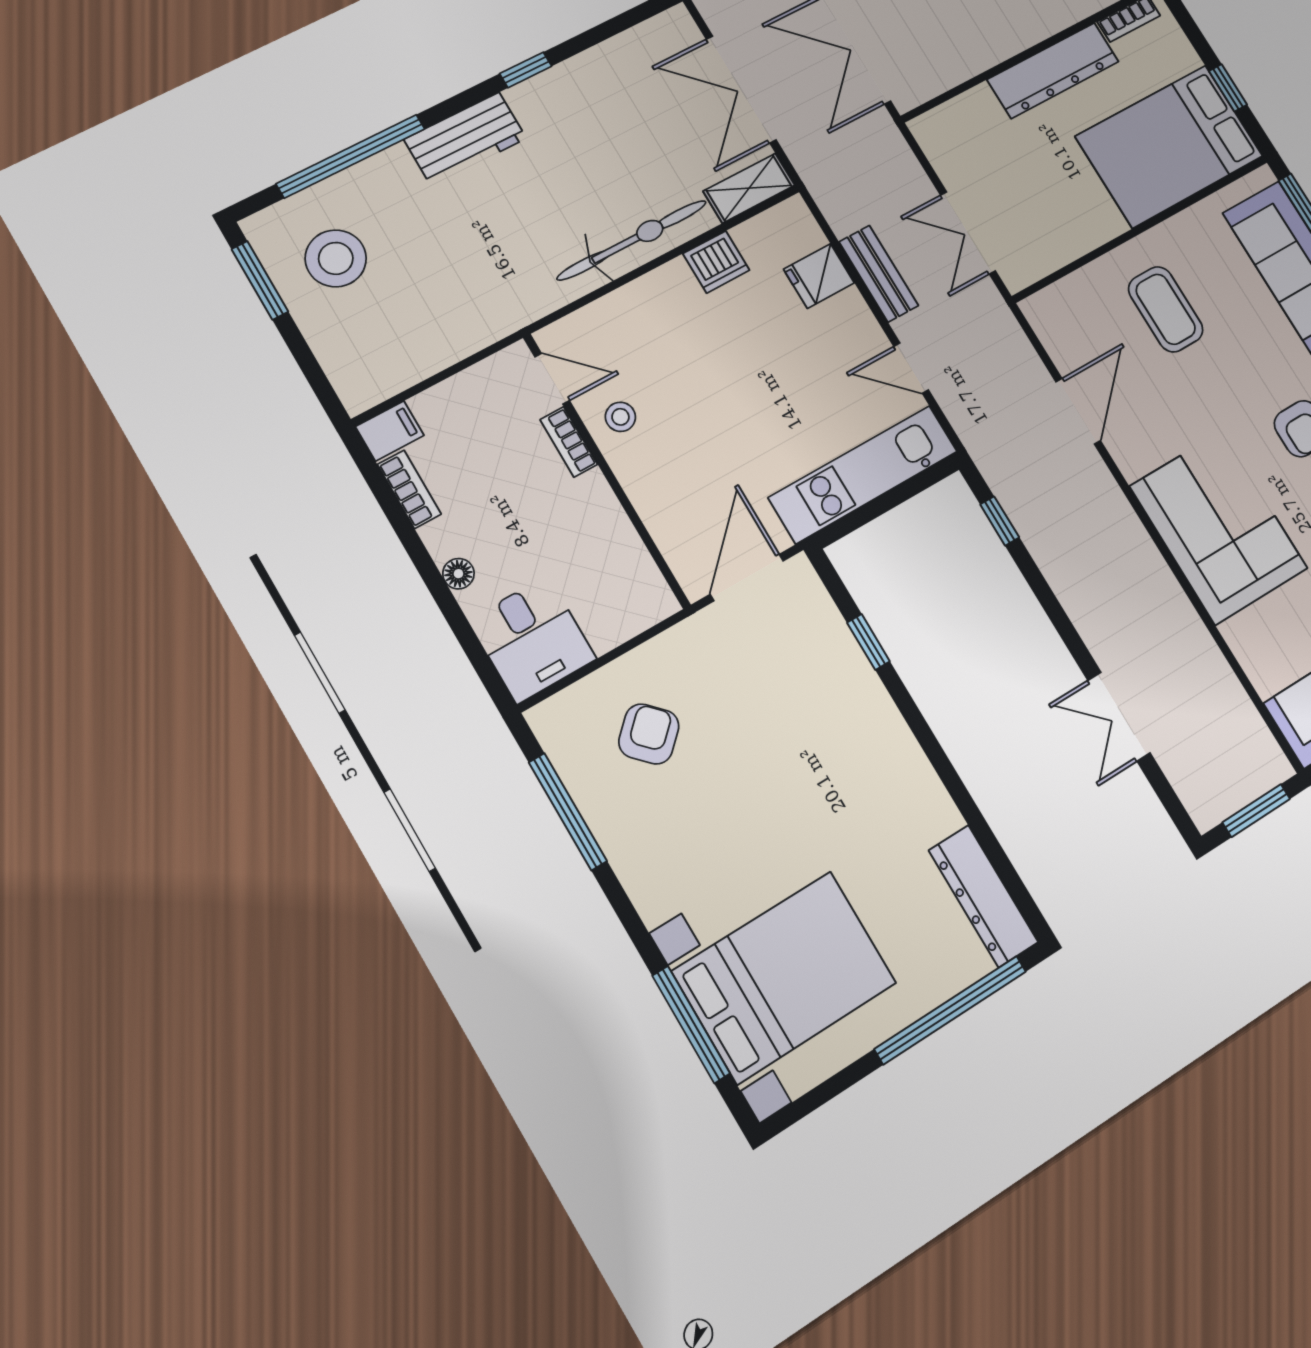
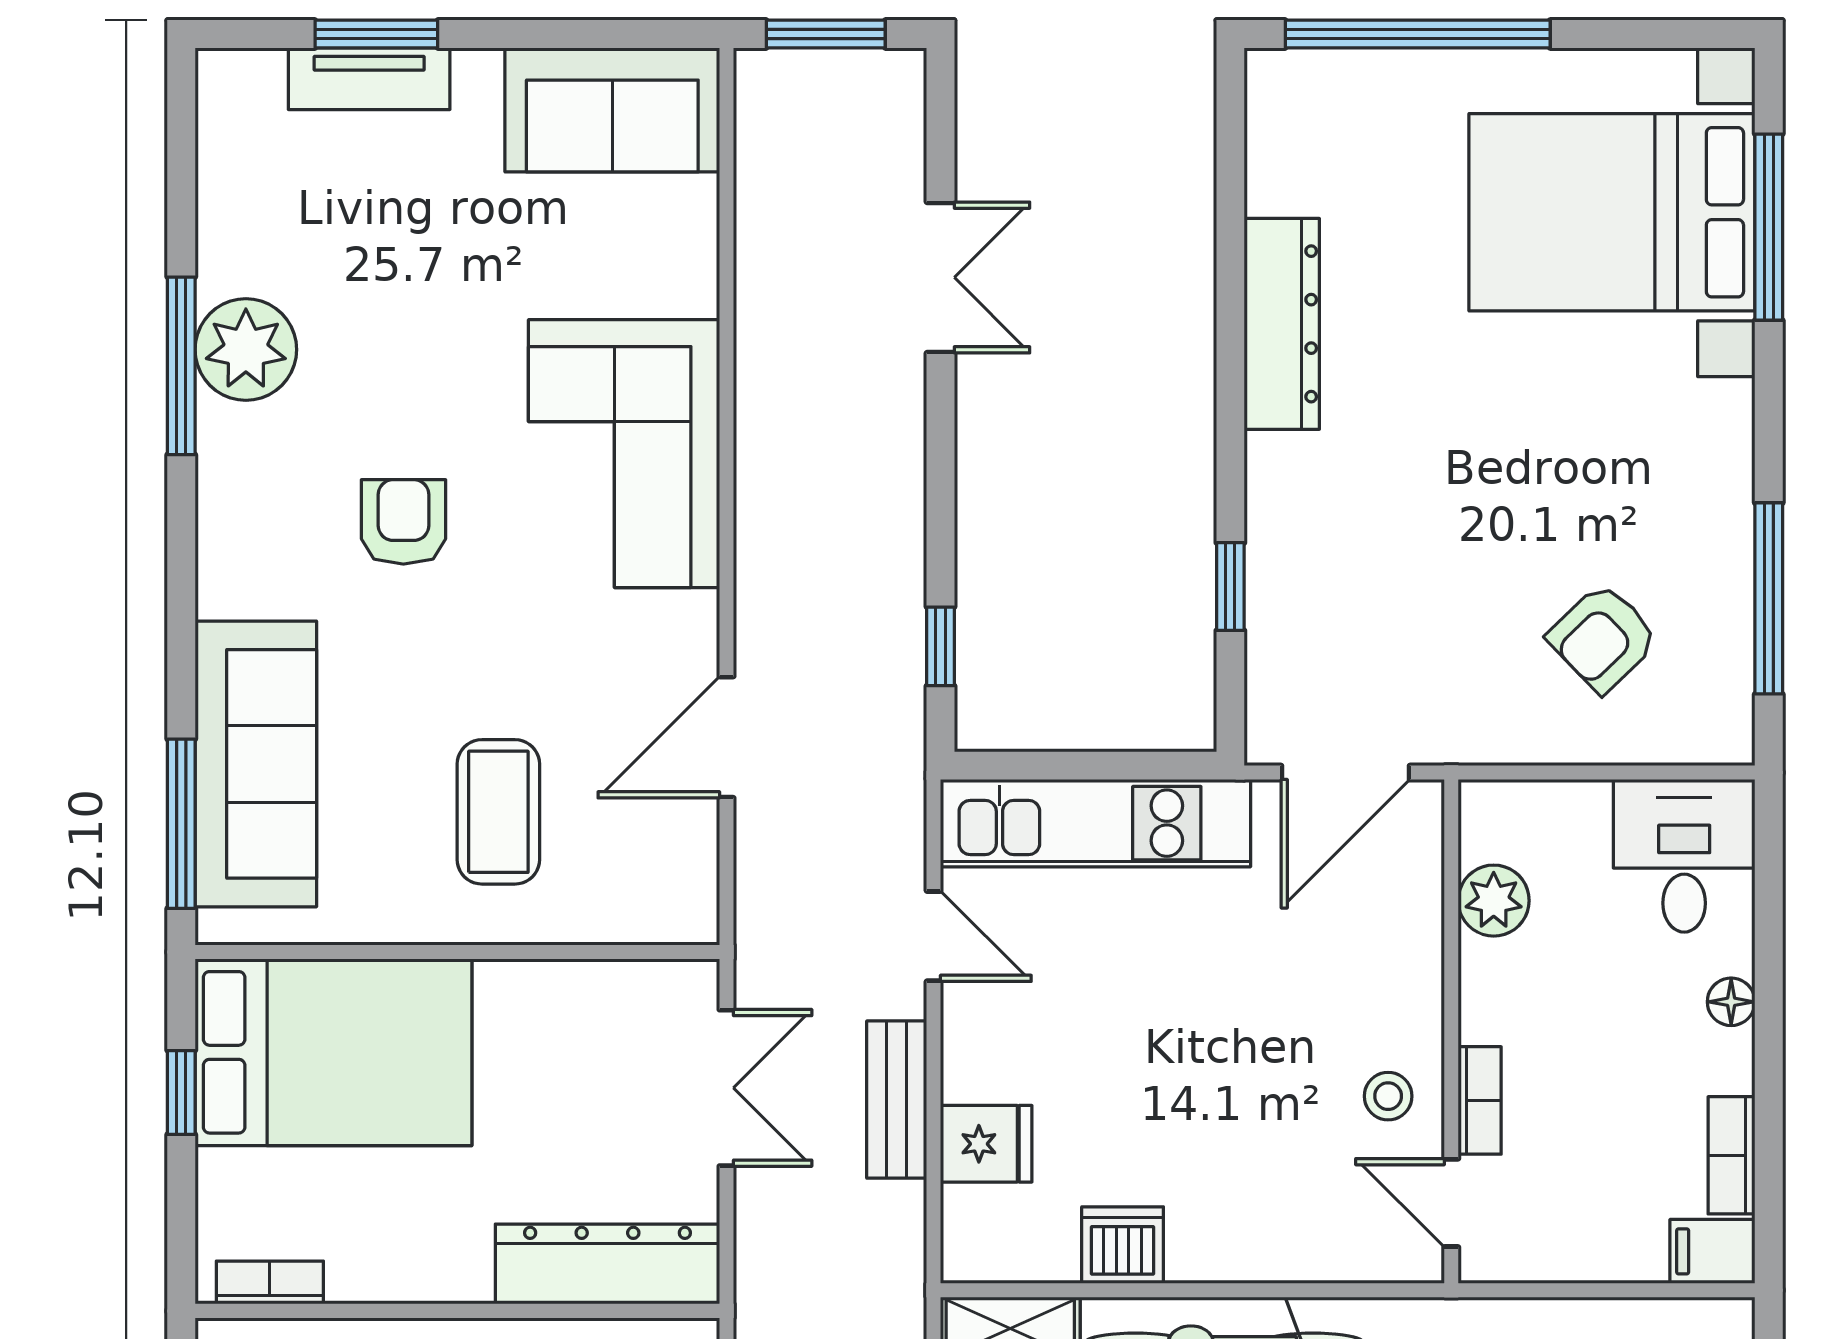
dresser: (1053, 71) -> (607, 1264), moved
plant: (625, 554) -> (1494, 901), added
dresser: (983, 896) -> (1282, 324), moved

